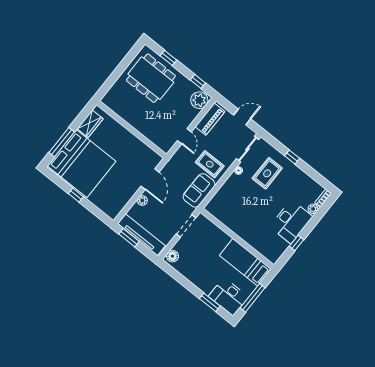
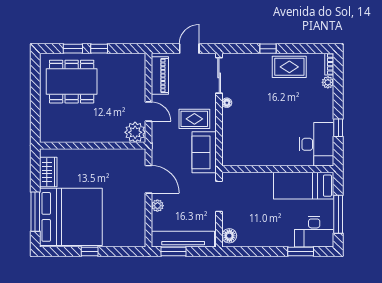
window: (198, 81) -> (99, 49), moved
plant: (199, 100) -> (135, 132), moved
rug: (267, 173) -> (289, 67), moved, turned 90
desk: (291, 222) -> (317, 144), moved

